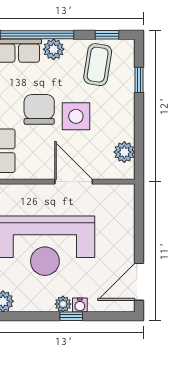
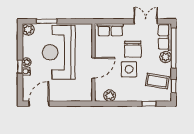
chair: (39, 109) -> (133, 49), turned 90
door: (139, 282) -> (39, 104), hinge flipped

